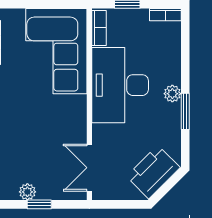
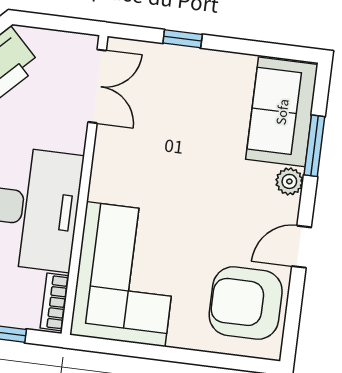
plant: (27, 192) -> (198, 61), removed

